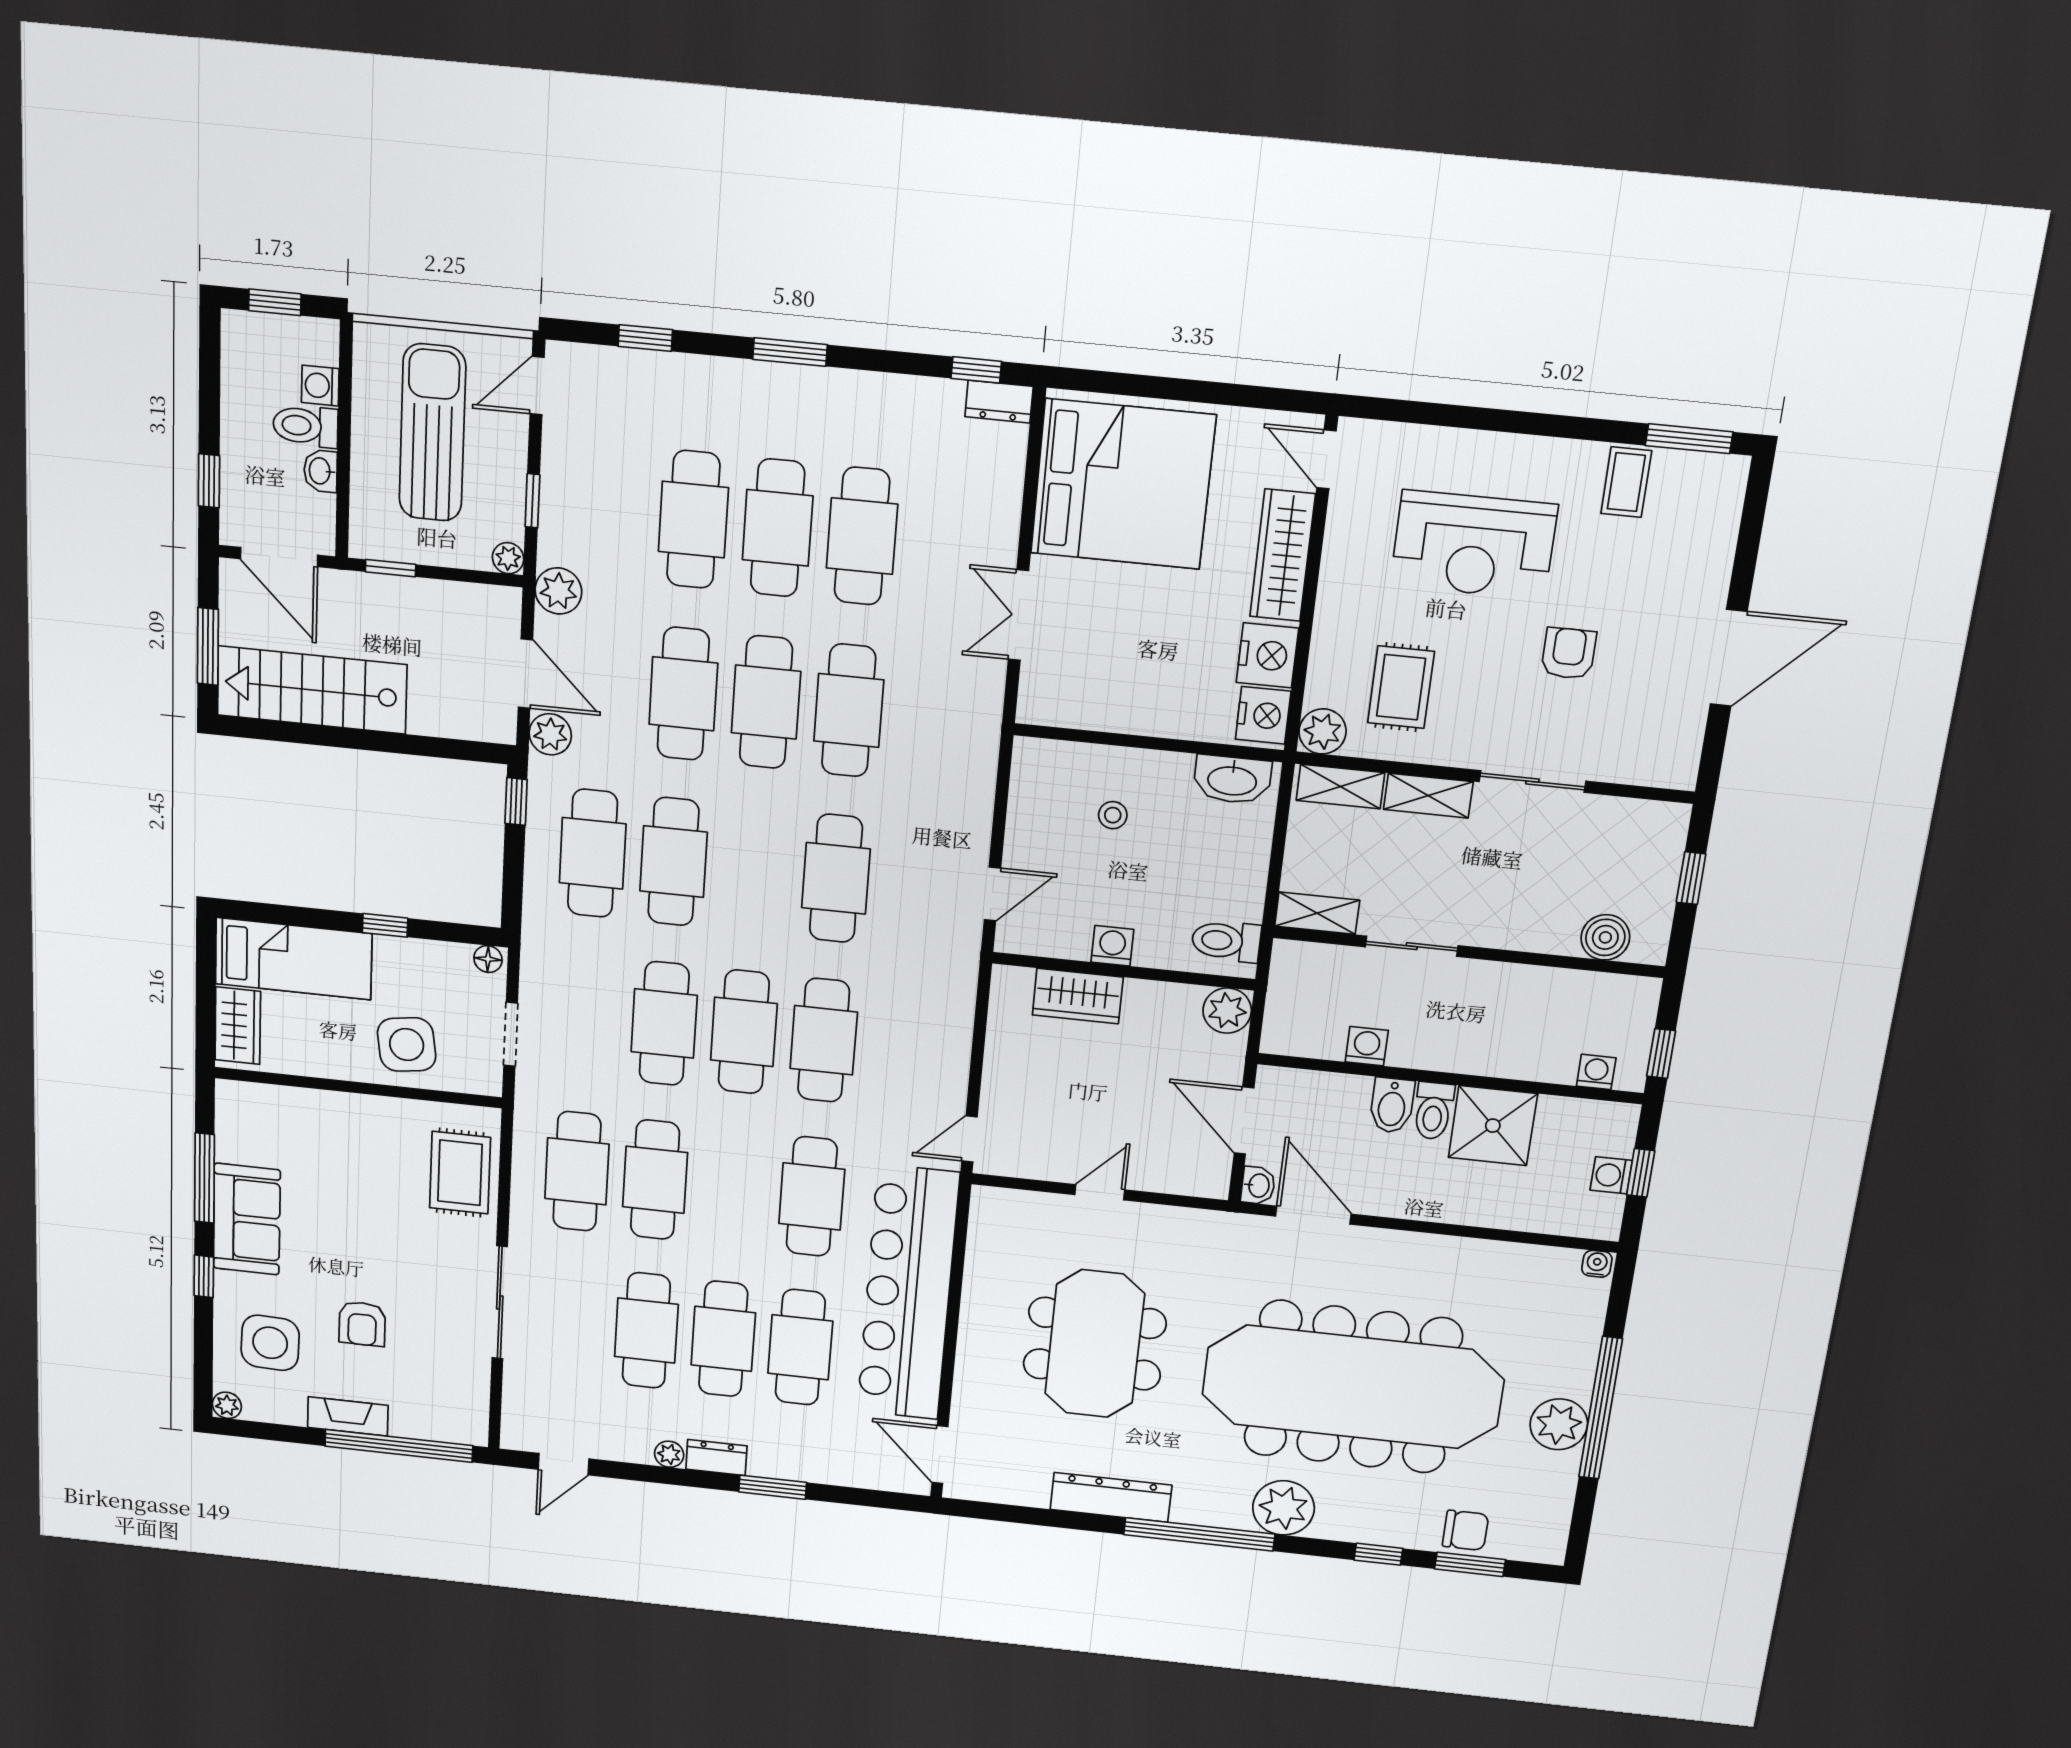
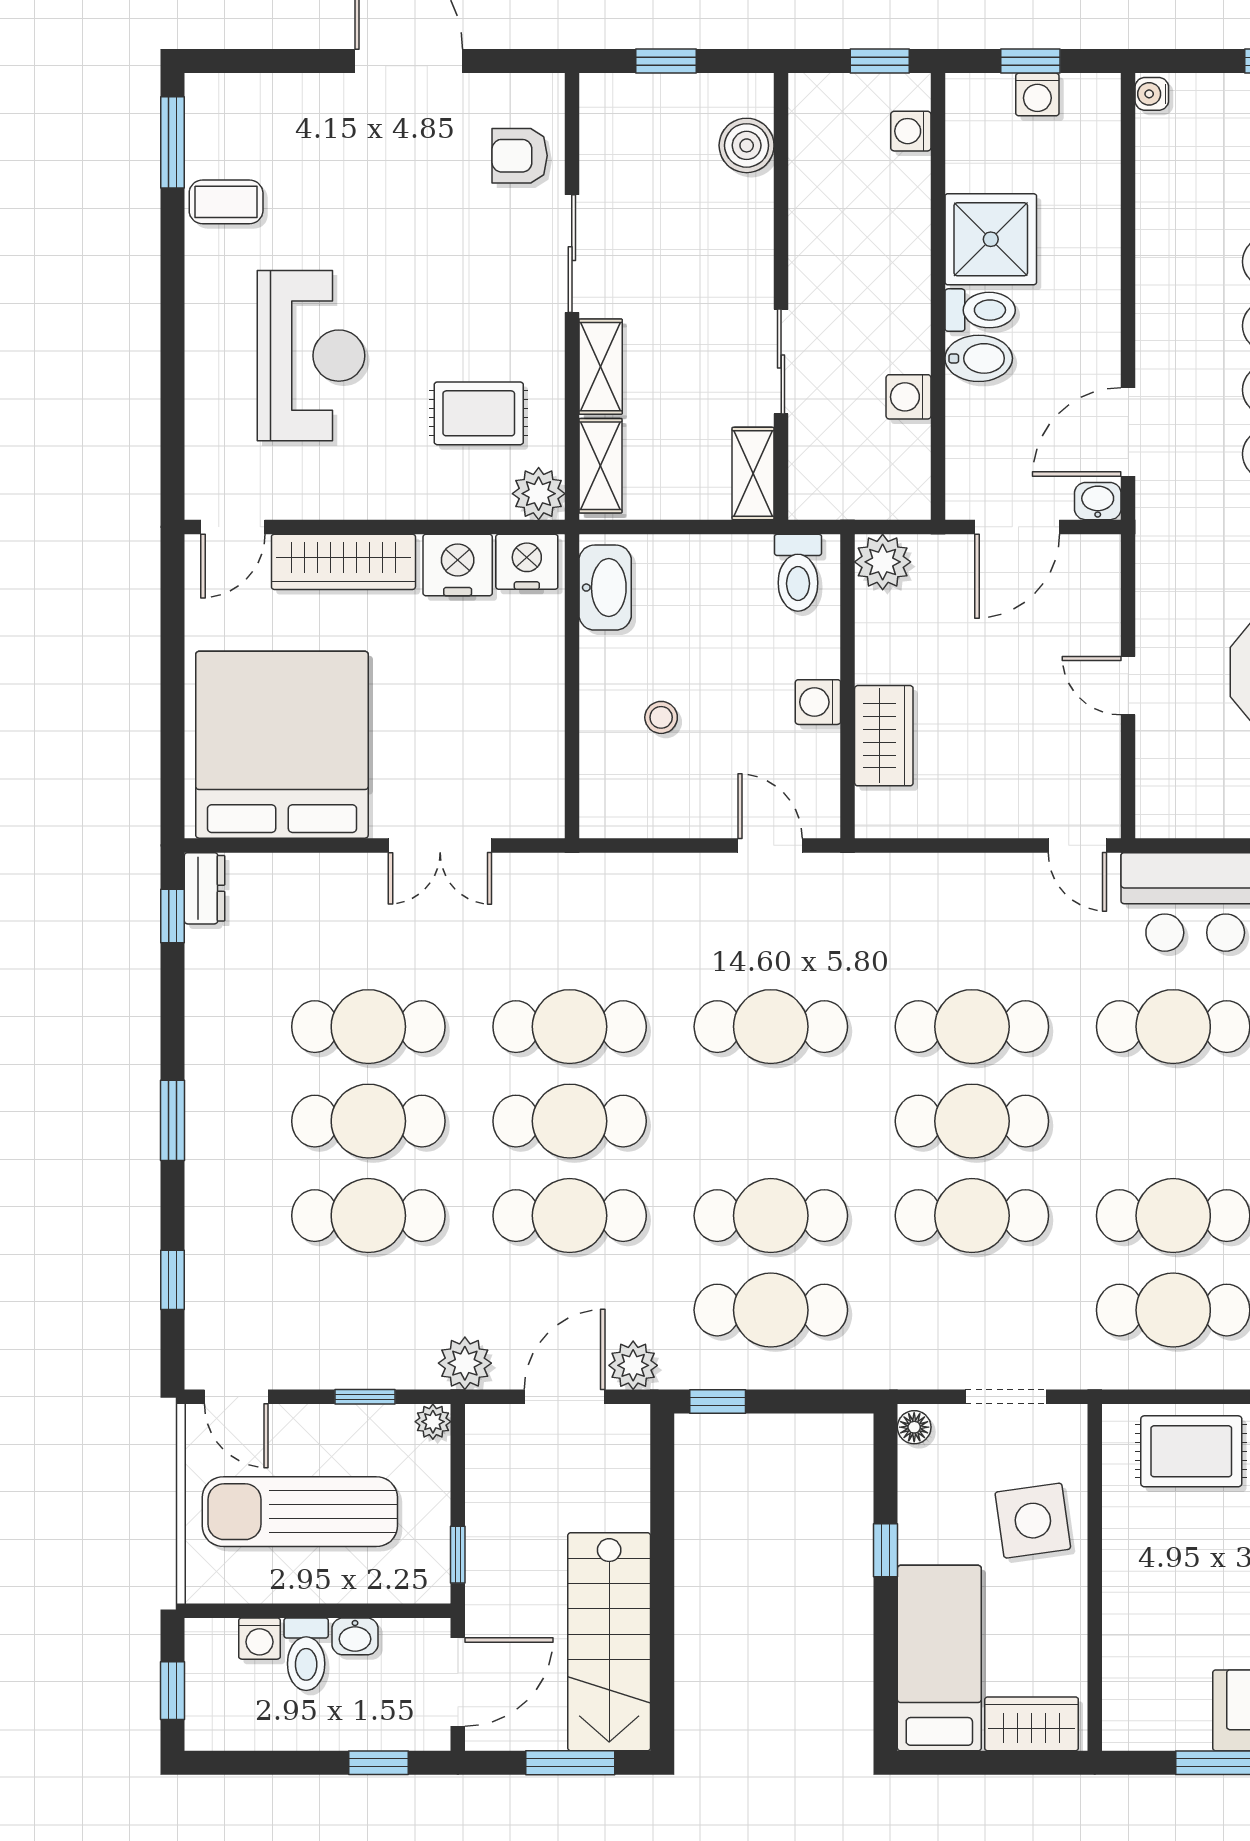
armchair: (1569, 653) -> (520, 156), moved

